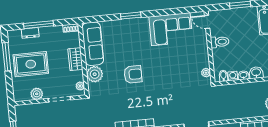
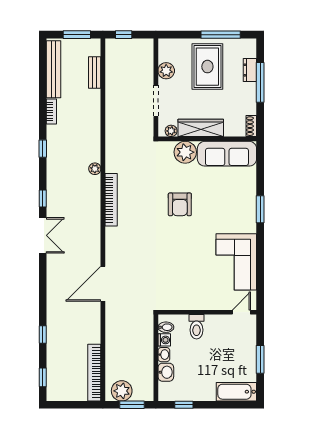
toilet: (220, 42) -> (197, 327), moved
wardrobe: (75, 59) -> (201, 128), width x1.50
plant: (206, 73) -> (172, 304), removed

